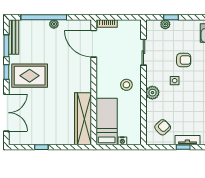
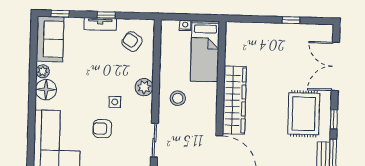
rug: (30, 76) -> (304, 114), turned 90
wardrobe: (83, 119) -> (234, 100), moved
armchair: (163, 127) -> (132, 42), turned 77

